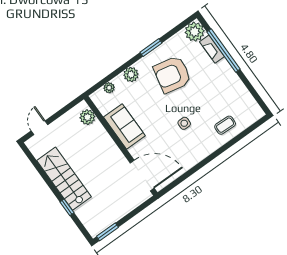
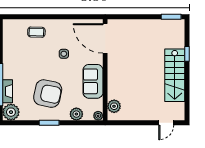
plant: (87, 117) -> (114, 106), moved
sofa: (124, 126) -> (93, 81), moved
wall: (121, 146) -> (105, 70), moved
door: (142, 176) -> (105, 38), moved

